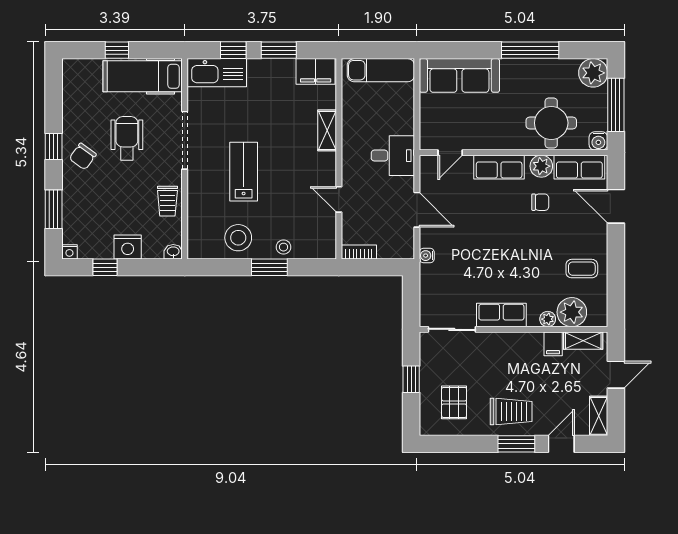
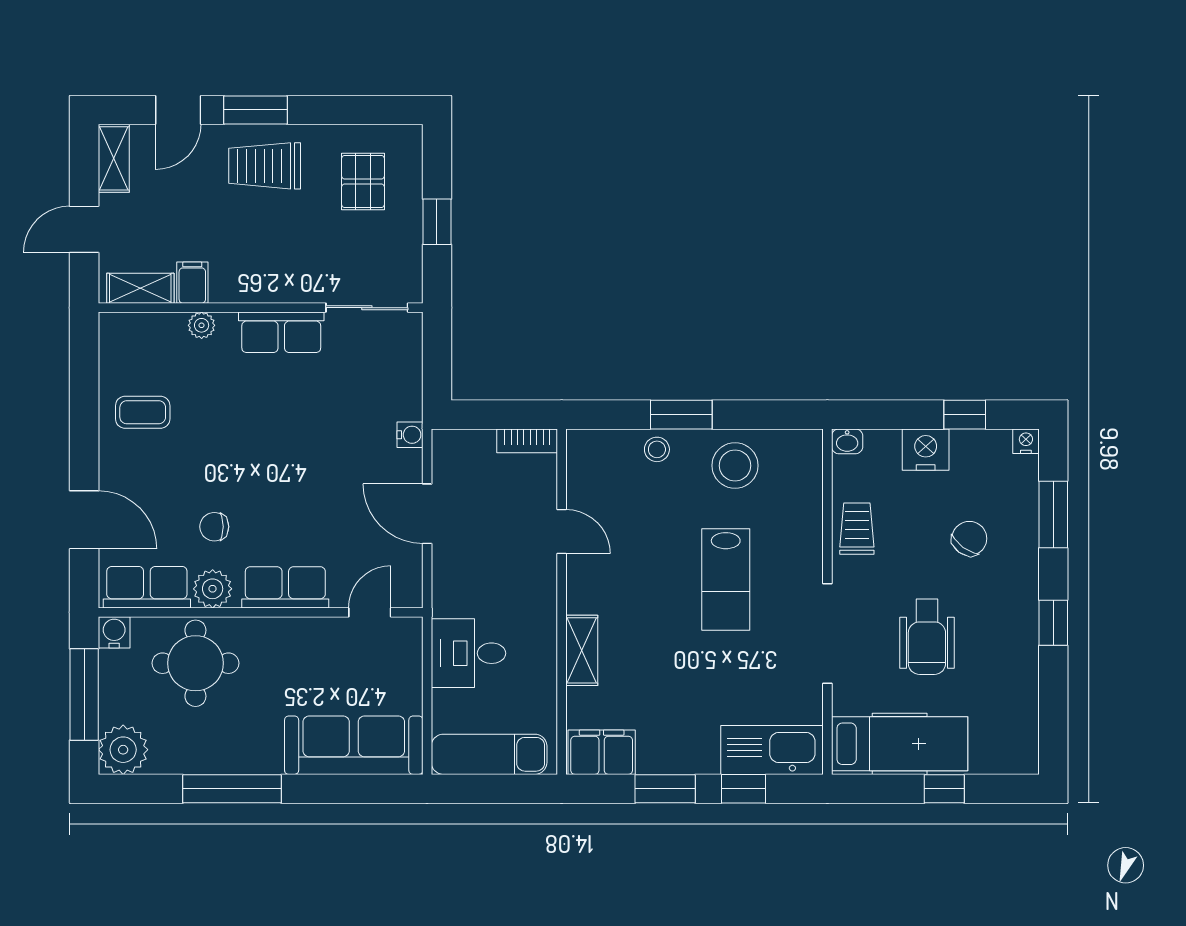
chair: (83, 156) -> (969, 539), moved
desk: (393, 156) -> (468, 653), moved
plant: (572, 312) -> (160, 337), removed

